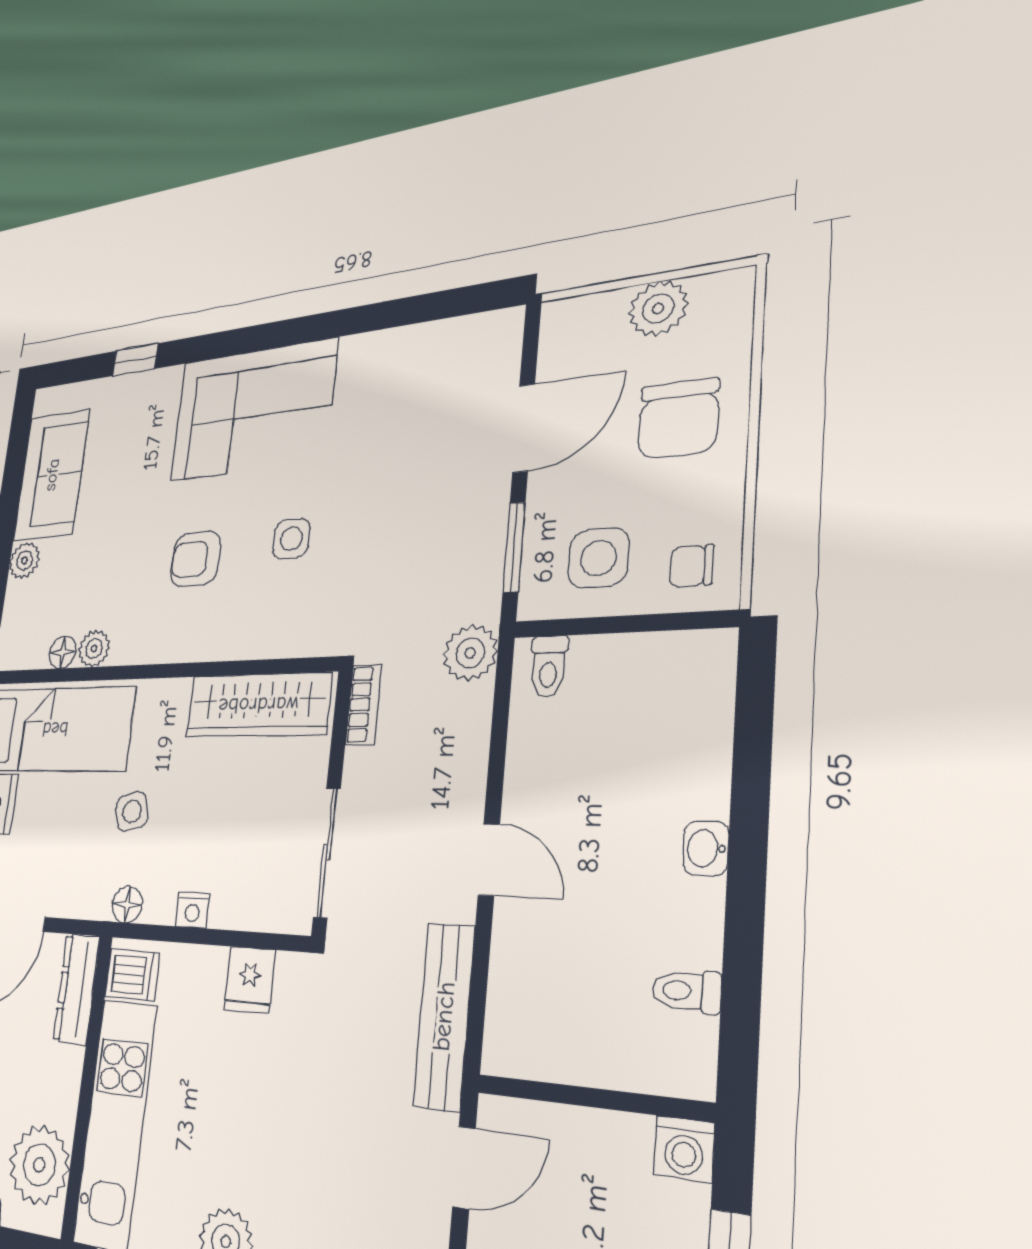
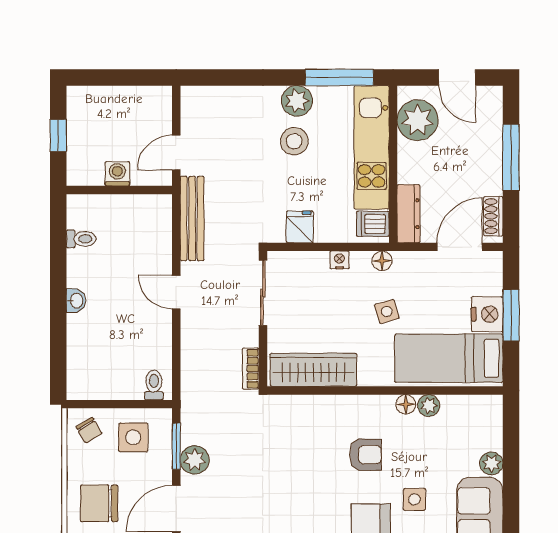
chair: (678, 419) -> (99, 503), turned -90
side table: (291, 539) -> (414, 499), moved
chair: (692, 566) -> (89, 430), turned 59
floor lamp: (63, 652) -> (406, 404), moved
plant: (470, 653) -> (195, 460), moved
washing machine: (684, 1149) -> (117, 174), moved
stool: (240, 1157) -> (294, 141), added

